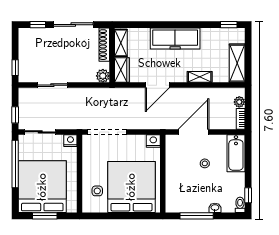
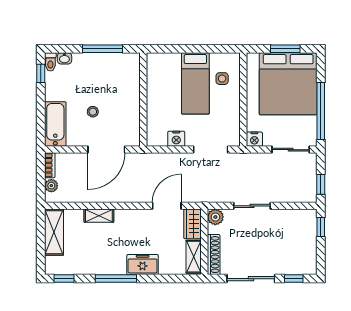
window: (186, 25) -> (116, 279), added
freezer: (175, 38) -> (143, 265), width x0.52, depth x0.79
sliding door: (52, 85) -> (252, 206), moved
door: (157, 85) -> (167, 206), moved
window: (15, 115) -> (321, 184), moved
doorway: (107, 132) -> (211, 150), width x0.73
nightstand: (153, 141) -> (176, 139), moved
bed: (131, 187) -> (195, 83), width x0.49
washbasin: (215, 208) -> (64, 58), moved

